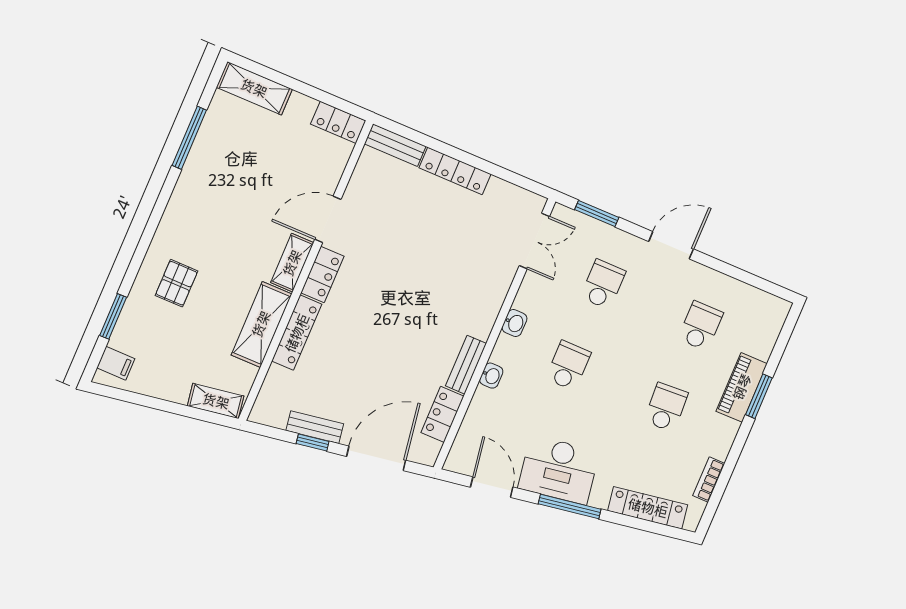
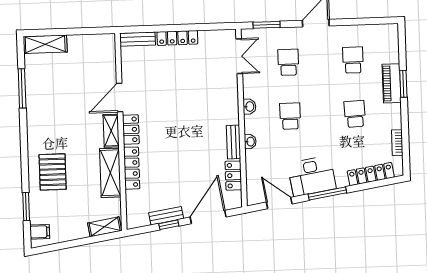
locker: (338, 122) -> (100, 41), removed
pallet: (176, 283) -> (53, 172), width x1.50, depth x1.42

